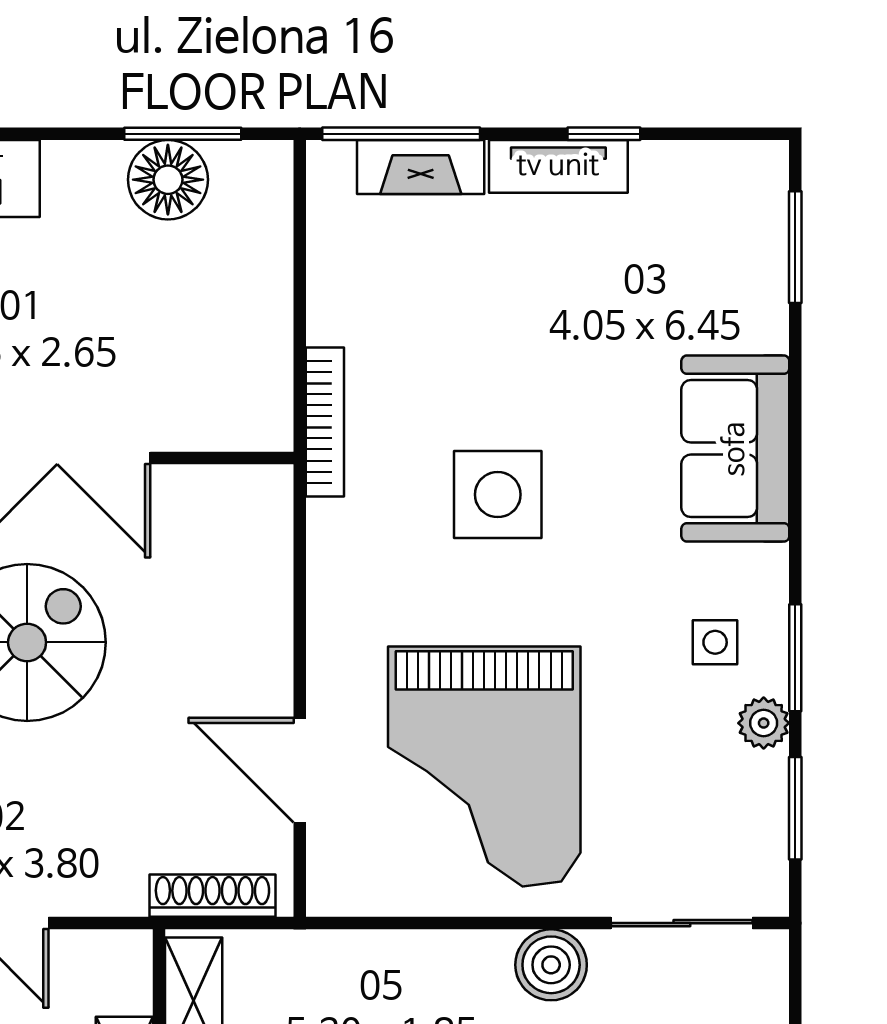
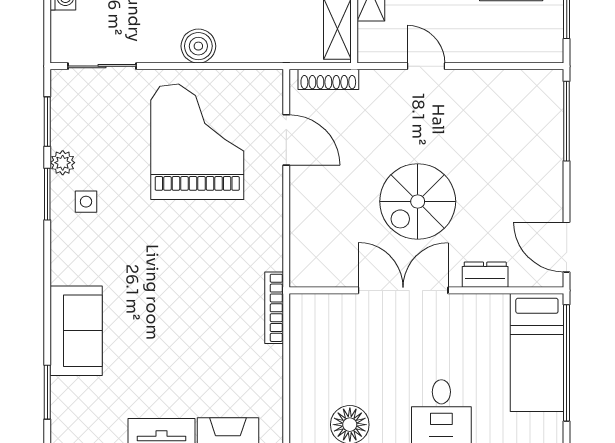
sofa: (735, 449) -> (76, 331), moved
side table: (498, 495) -> (191, 273), removed
boiler: (551, 965) -> (198, 46), moved

